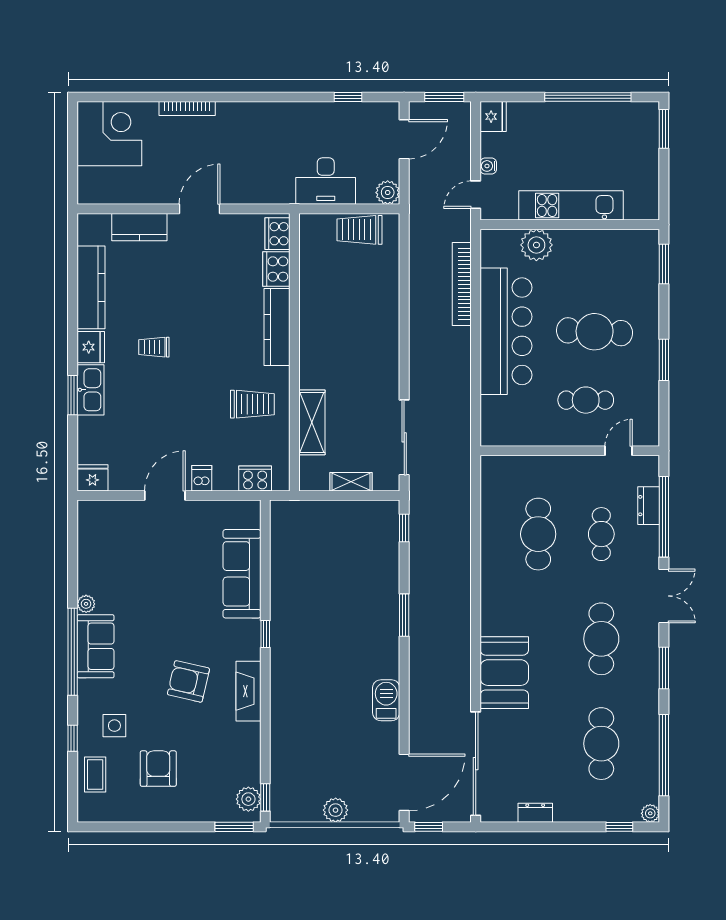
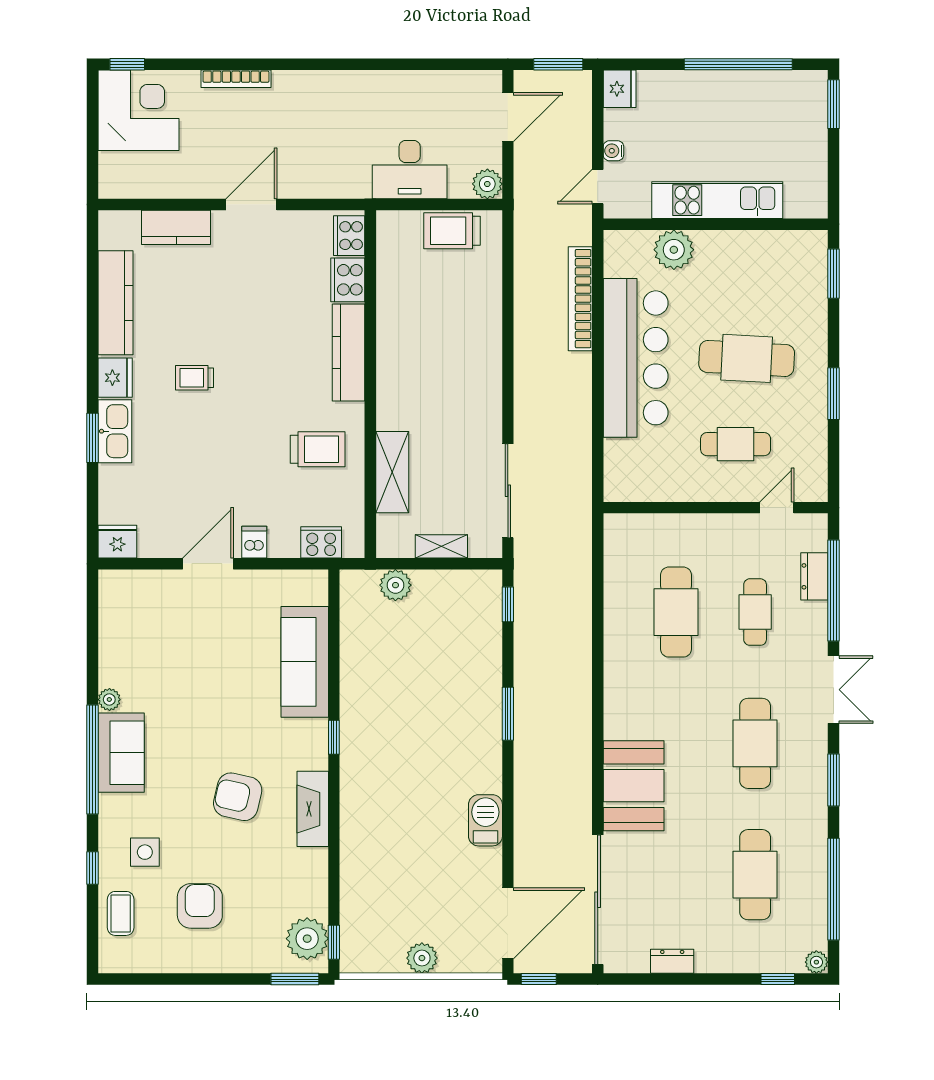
window: (348, 97) -> (127, 64), moved
plant: (314, 513) -> (395, 585), added
plant: (248, 799) -> (307, 939), width x1.36, depth x1.36

